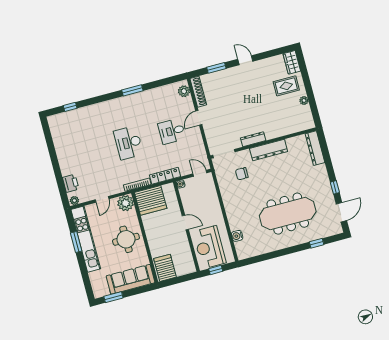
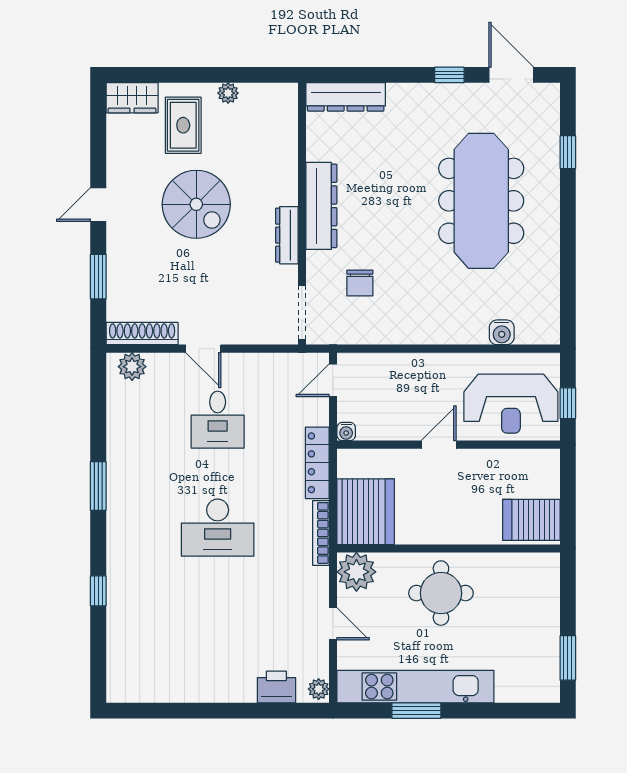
spiral stairs: (256, 100) -> (196, 204), added
window: (70, 107) -> (98, 591), moved
sofa: (131, 279) -> (537, 607), removed

